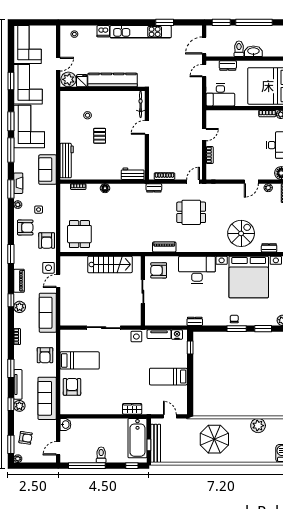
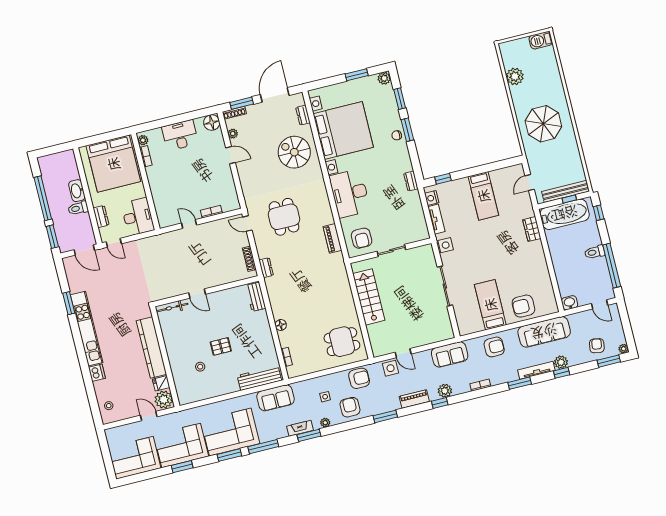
sofa: (48, 313) -> (450, 354), width x0.73

